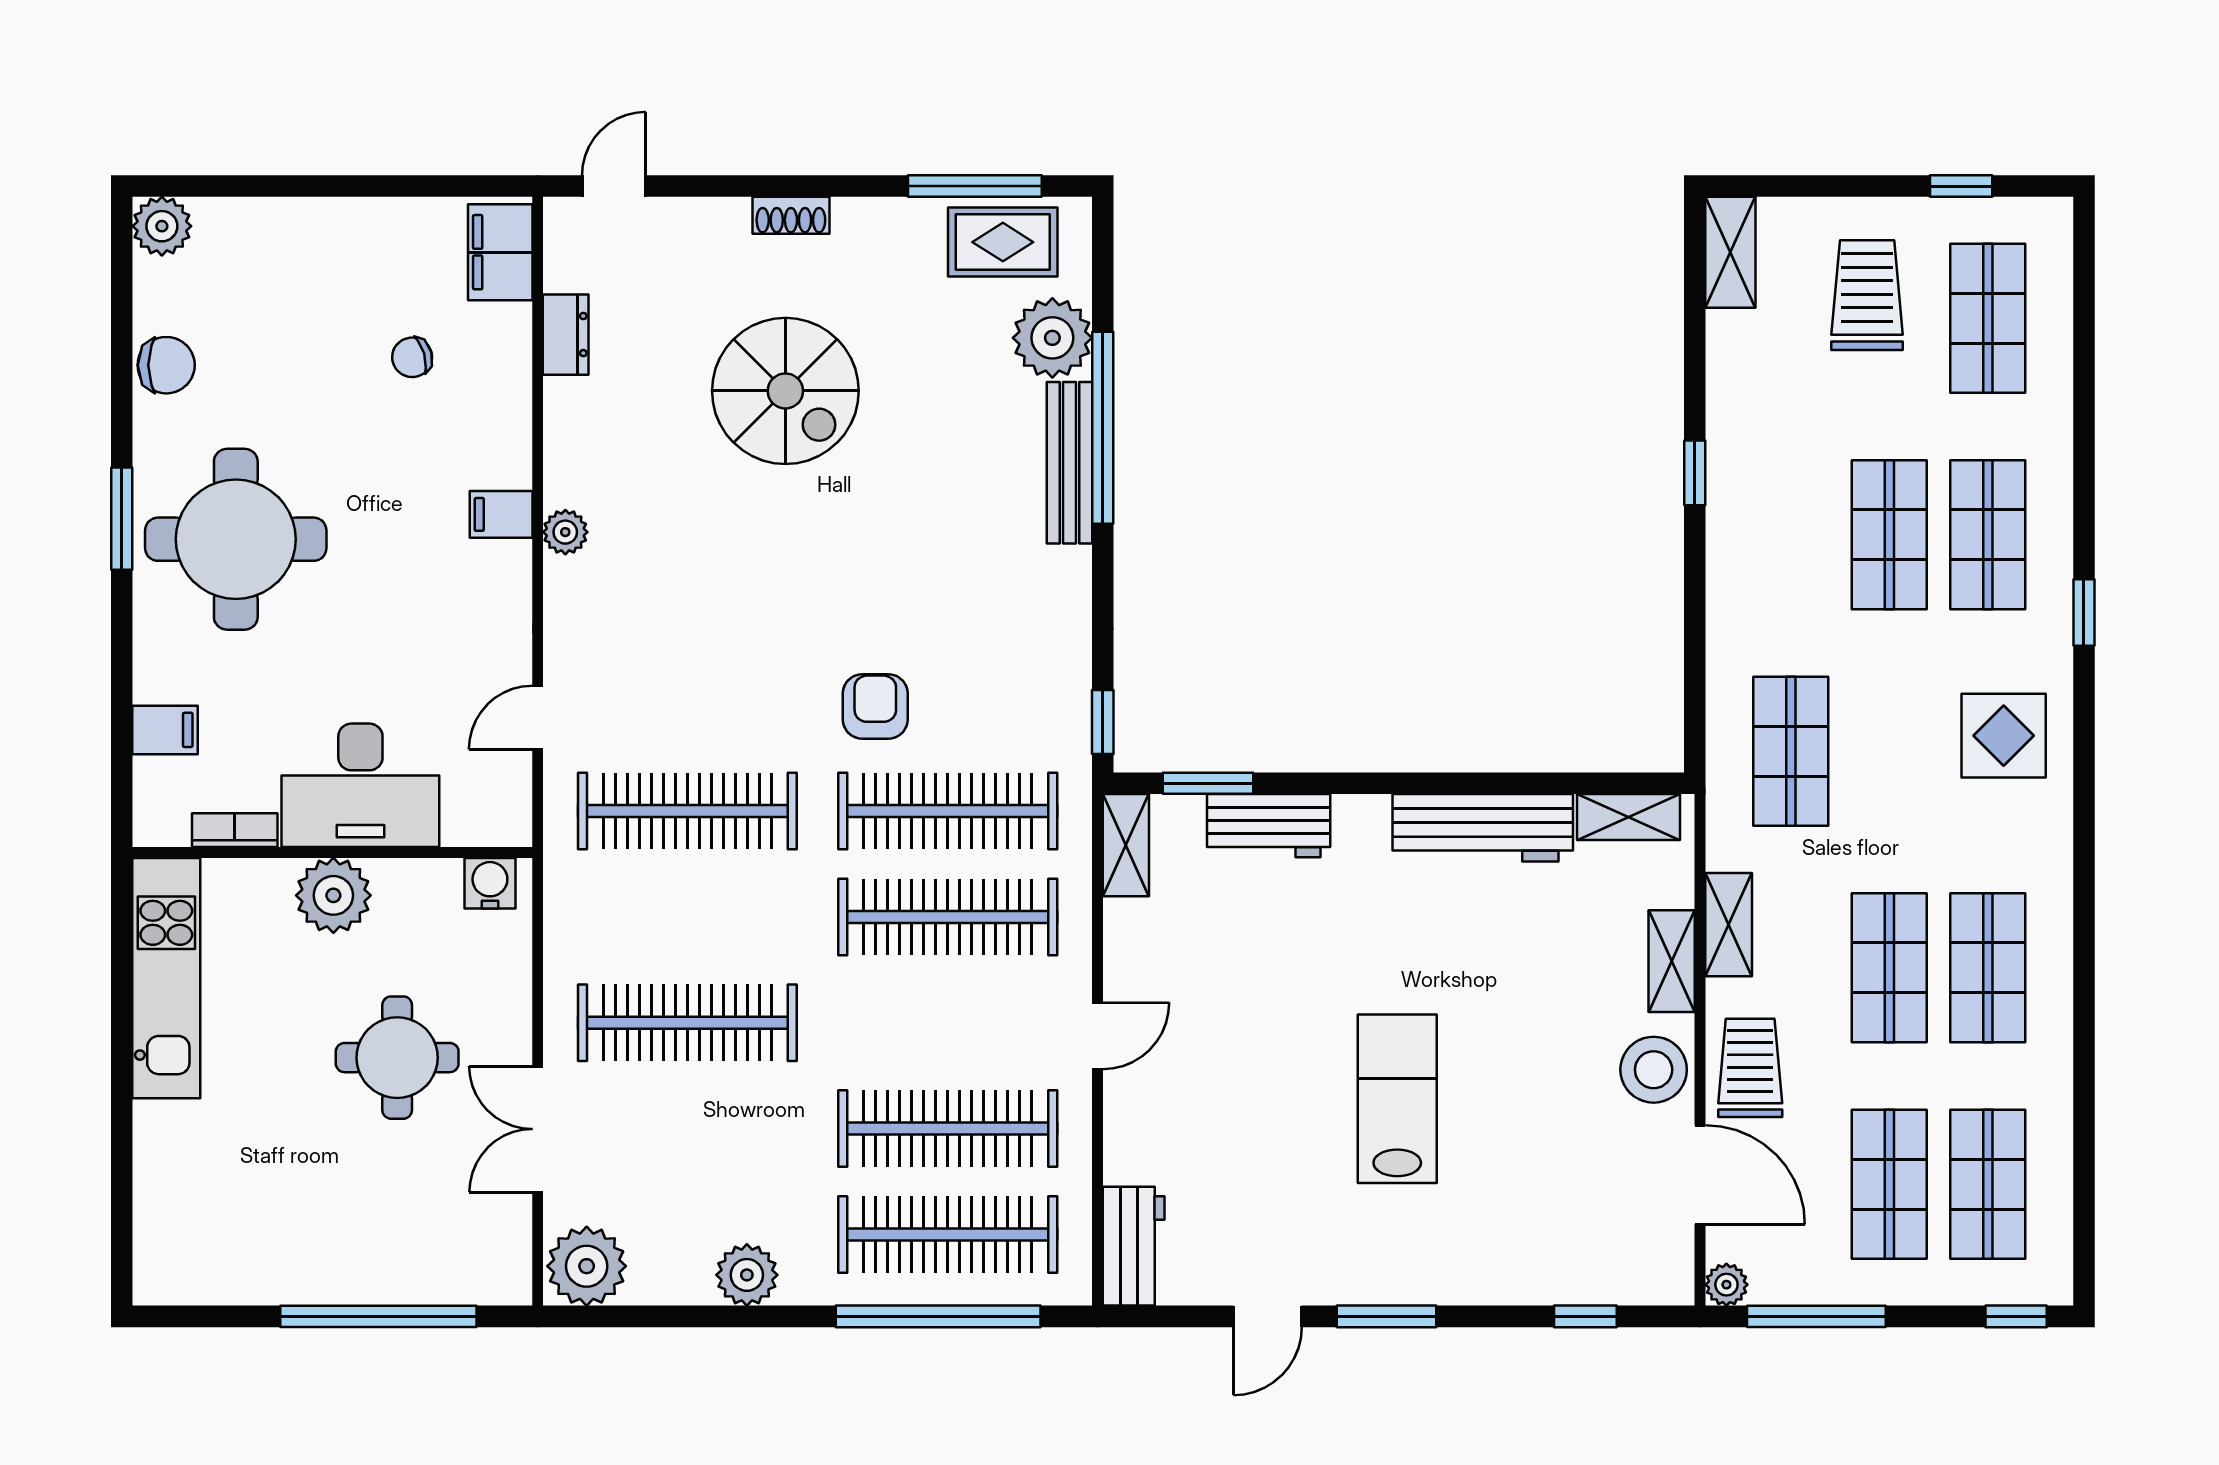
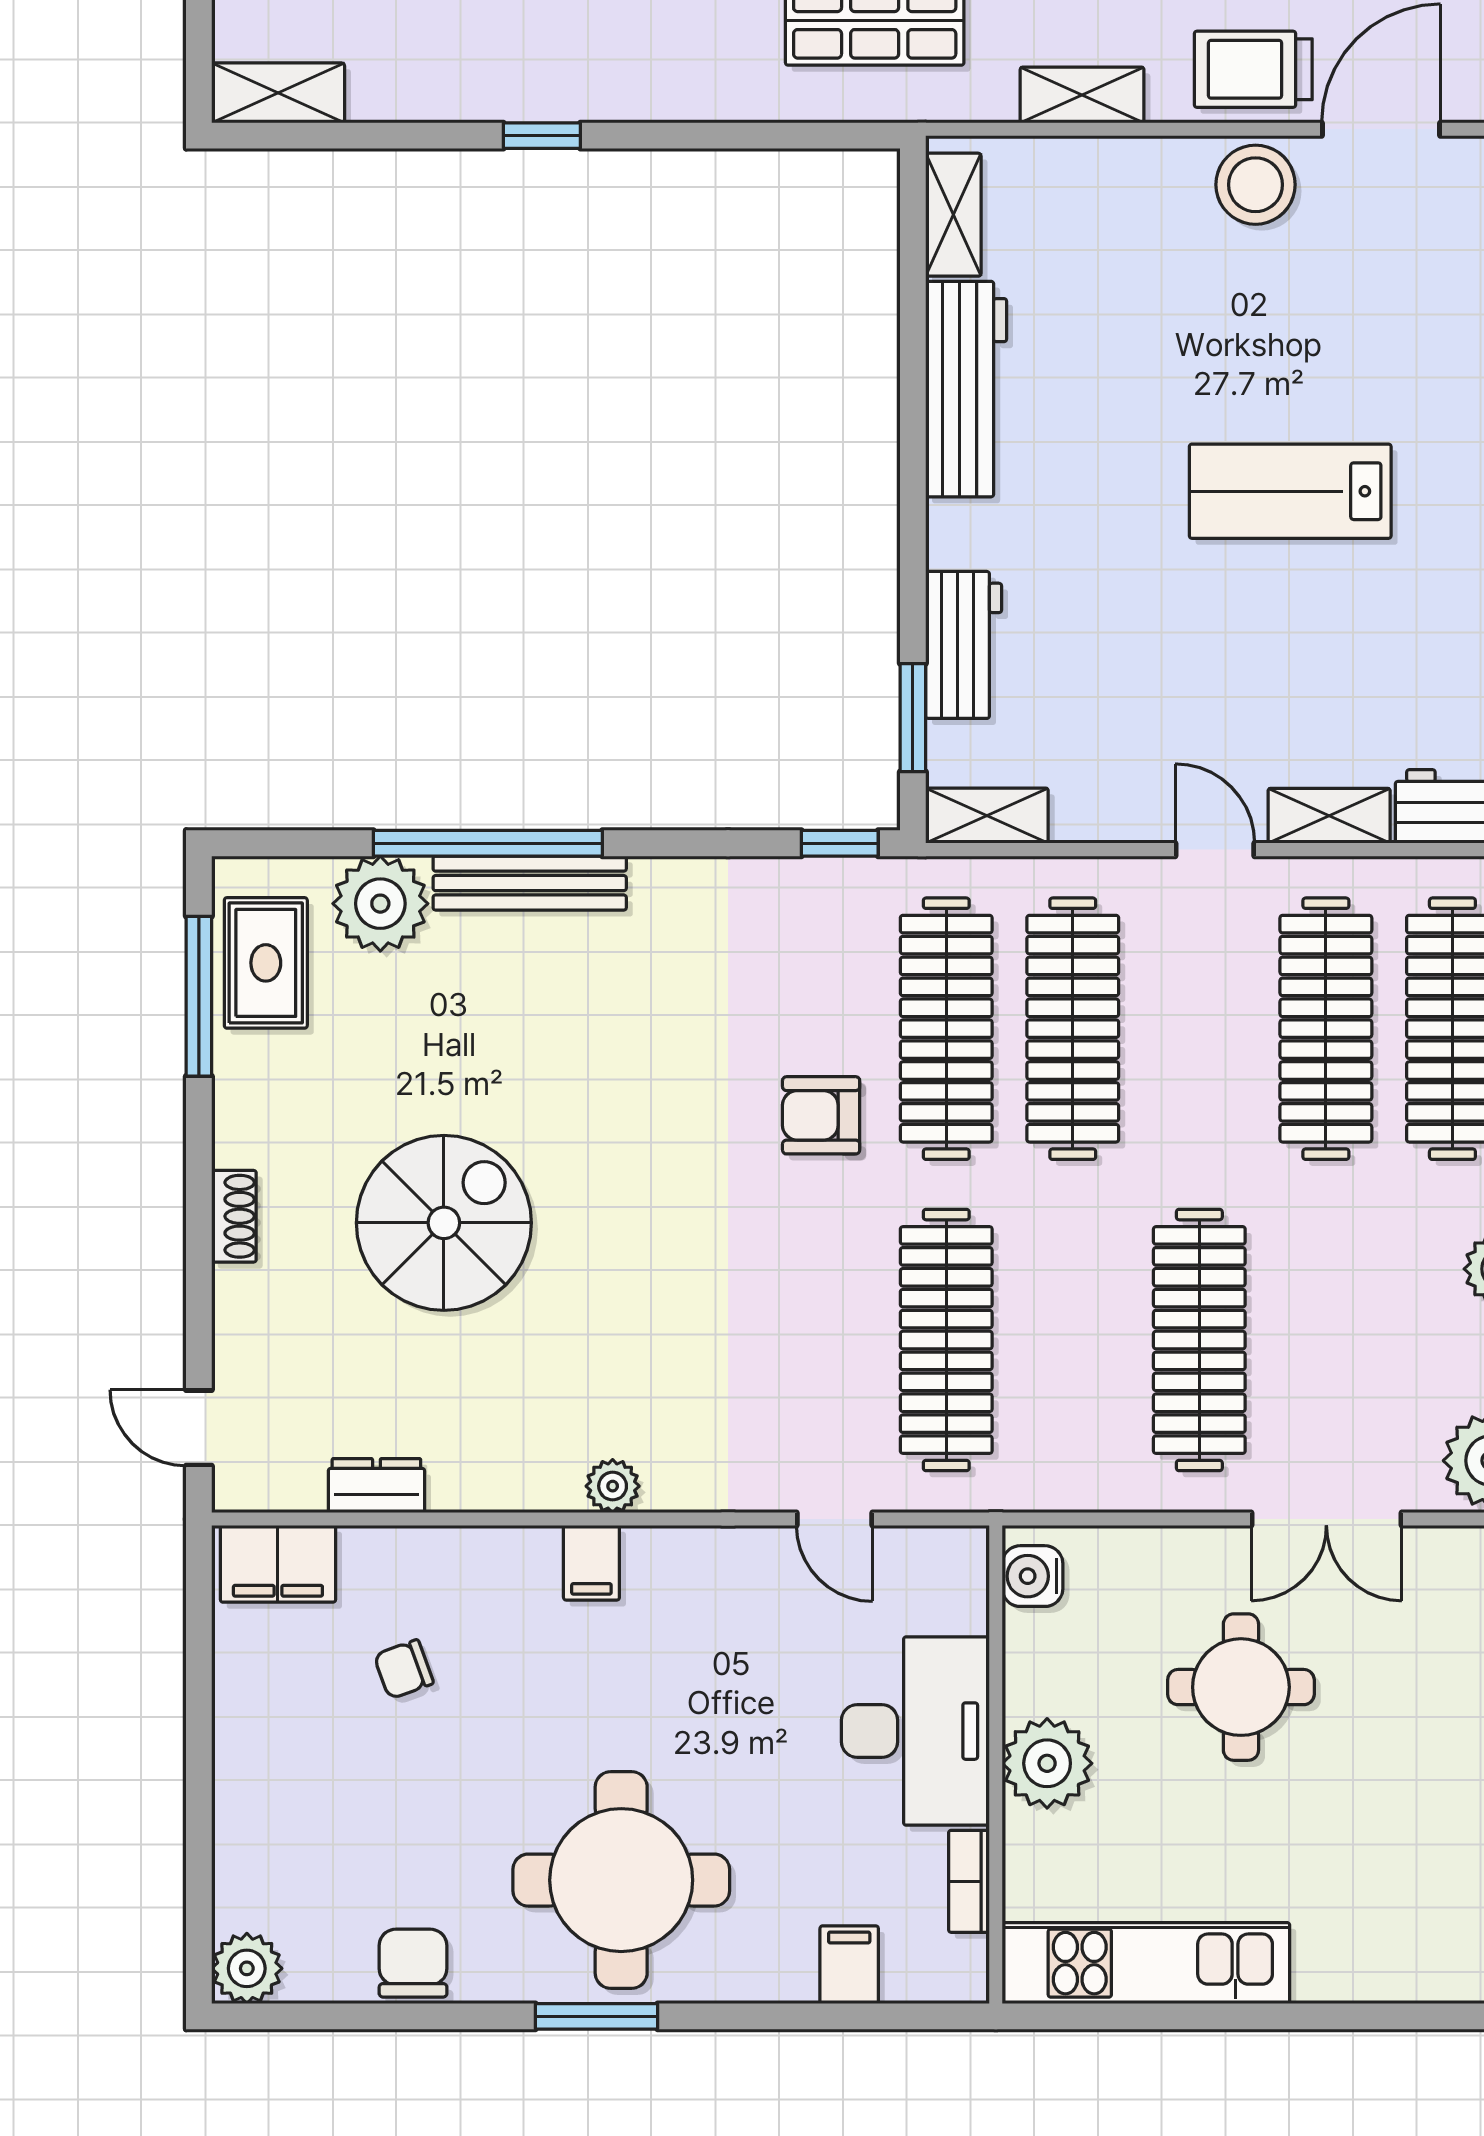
chair: (412, 357) -> (404, 1669), turned 86
shelving: (1672, 961) -> (1329, 816), moved

